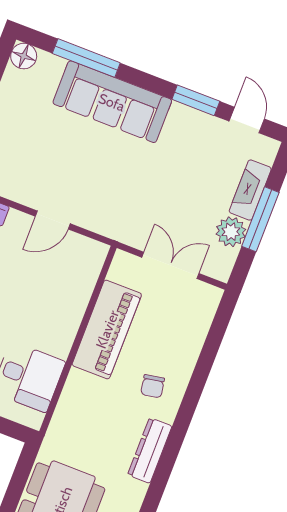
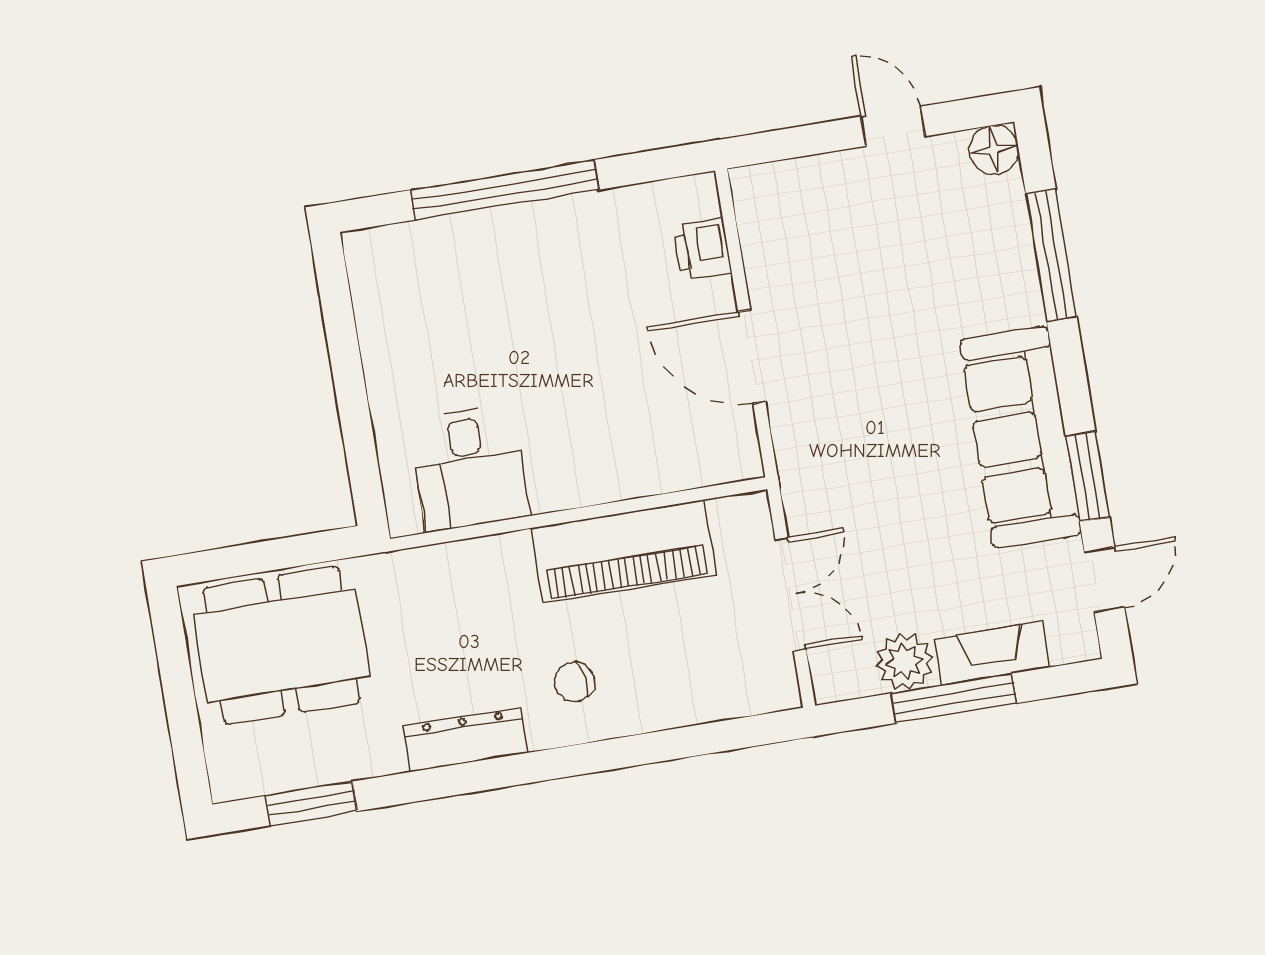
sofa: (112, 102) -> (1020, 437), moved
door: (53, 220) -> (752, 357), width x1.38

